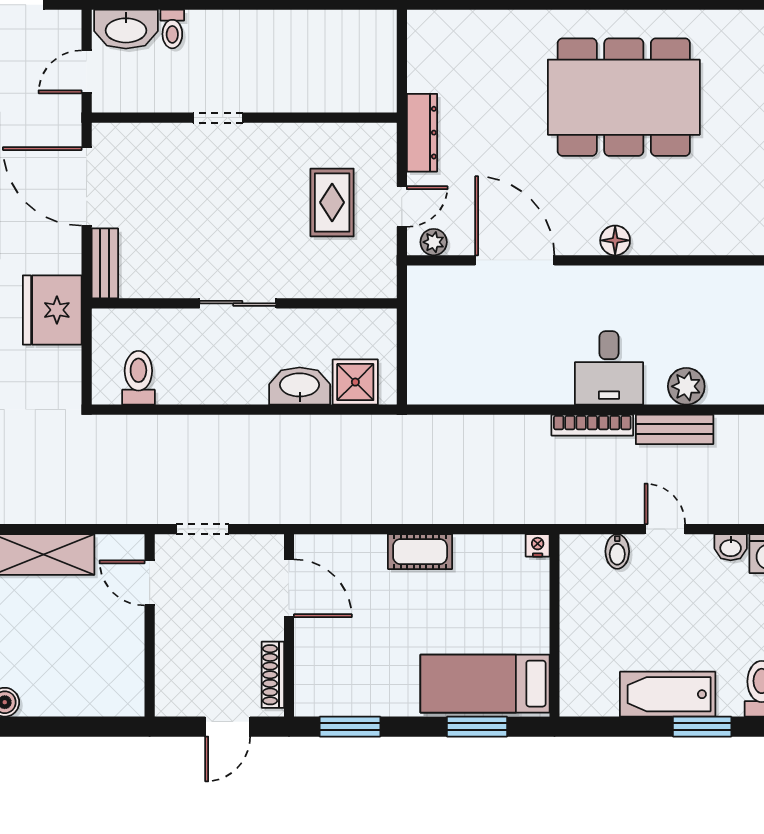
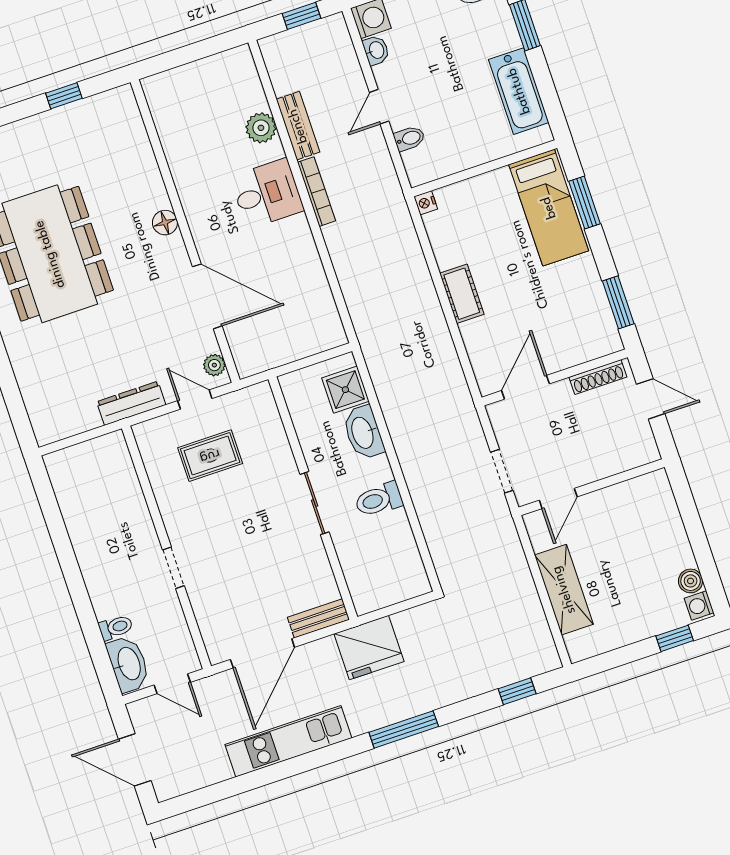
door: (515, 260) -> (207, 296), swing flipped
toilet: (138, 378) -> (379, 500), moved
bathtub: (668, 694) -> (519, 91), moved

